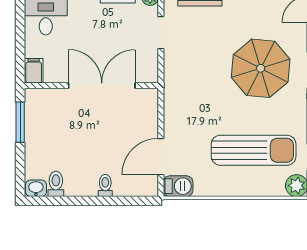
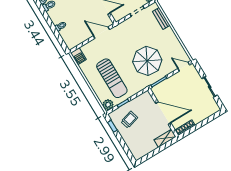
door: (161, 157) -> (102, 33), moved

